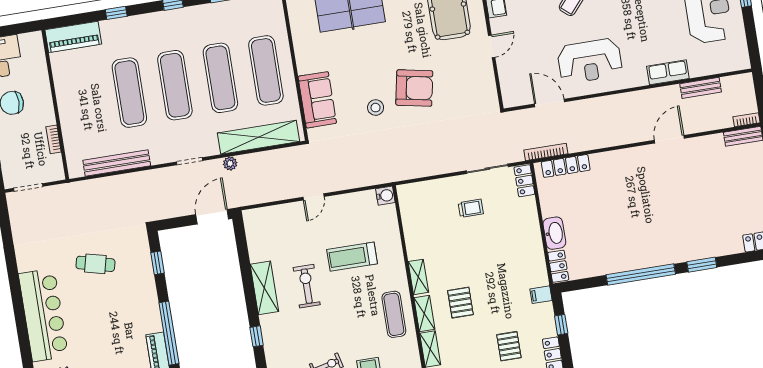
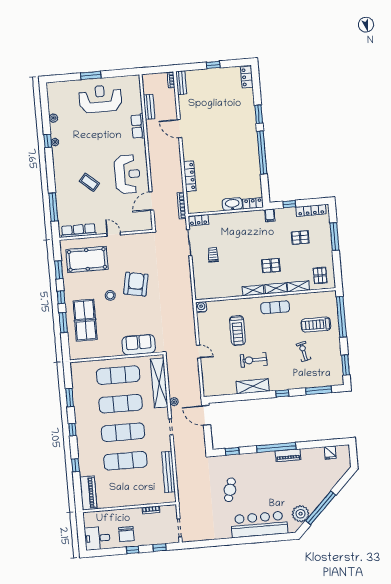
stool: (376, 108) -> (110, 295), moved
locker: (566, 166) -> (190, 176), moved

